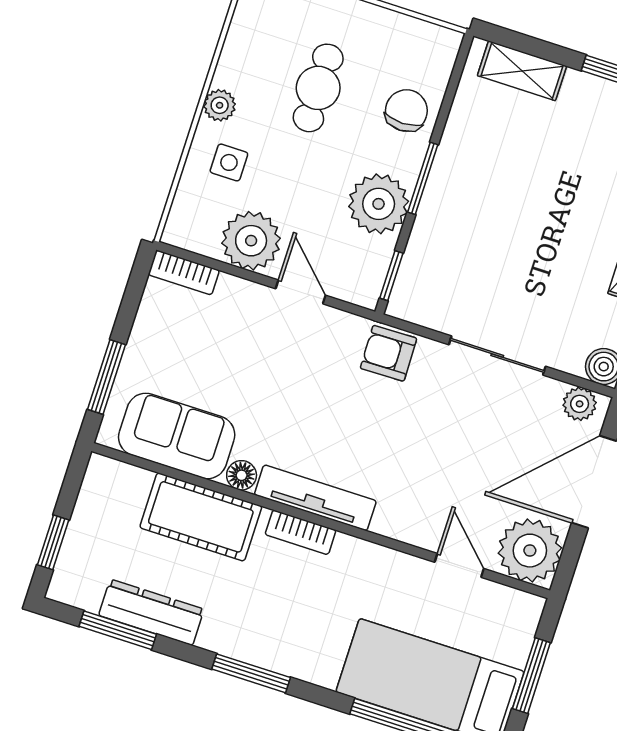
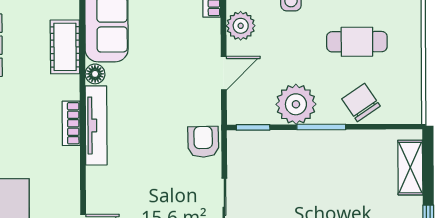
chair: (406, 111) -> (361, 102), turned -124
plant: (251, 241) -> (241, 26), width x0.73, depth x0.73
cot: (201, 517) -> (65, 47), width x0.73, depth x0.75

